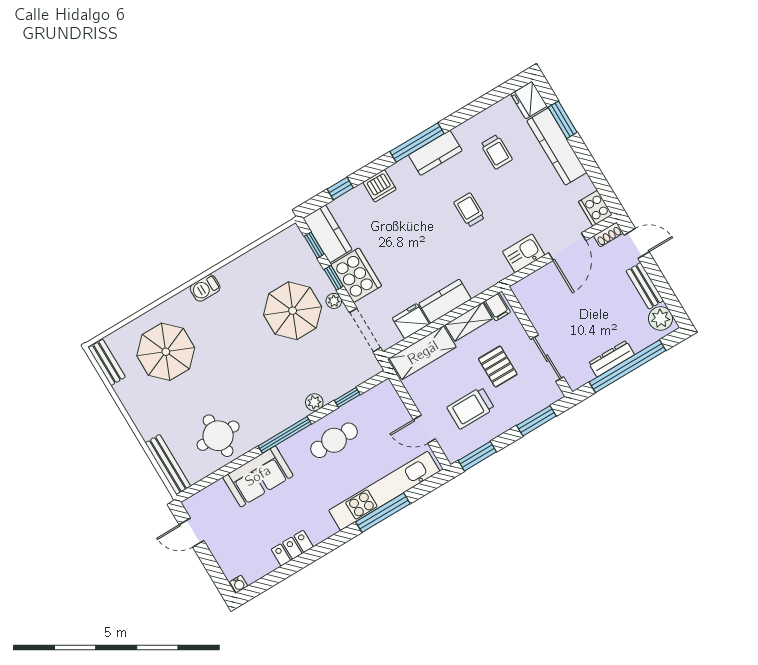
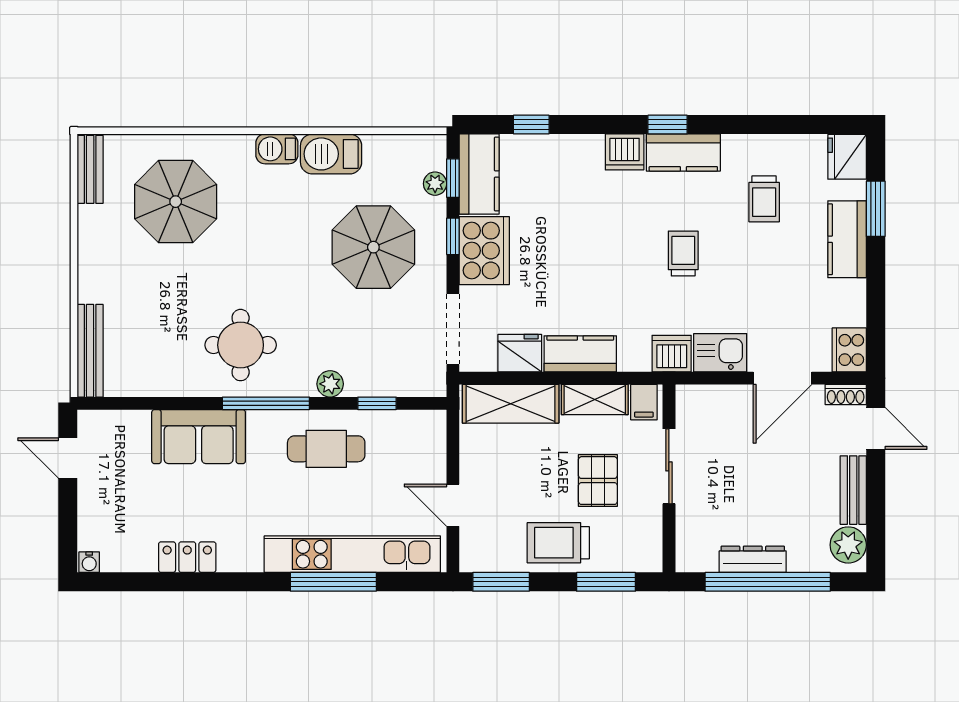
window: (417, 142) -> (668, 125), width x0.46
kitchen counter: (557, 147) -> (847, 239), width x0.67
dishwasher: (380, 186) -> (625, 152), moved
dishwasher: (497, 270) -> (672, 354), added
barbecue: (237, 273) -> (331, 154), added
plant: (334, 301) -> (435, 184), moved
sliding door: (547, 358) -> (669, 466), moved
trolley: (471, 408) -> (558, 543), moved
round table: (218, 436) -> (241, 345), moved

